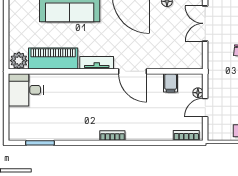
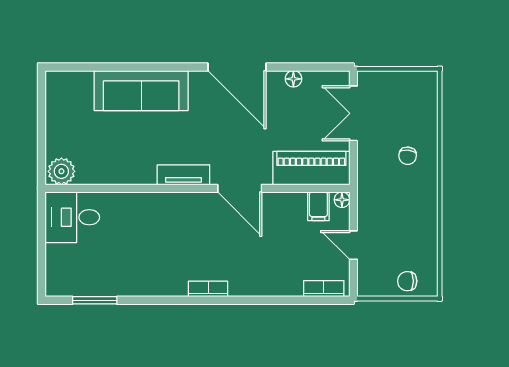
piano: (53, 59) -> (311, 168), moved
filing cabinet: (171, 83) -> (318, 206), moved
floor lamp: (198, 93) -> (342, 200), moved
door: (205, 108) -> (353, 245), hinge flipped

